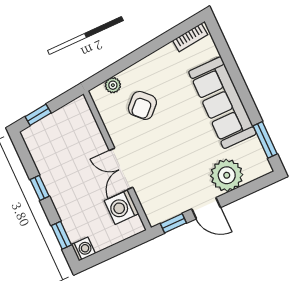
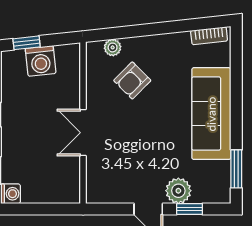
plant: (227, 175) -> (178, 191), width x0.73, depth x0.73
washing machine: (122, 207) -> (41, 61), moved, turned -96
window: (173, 223) -> (190, 209), moved

